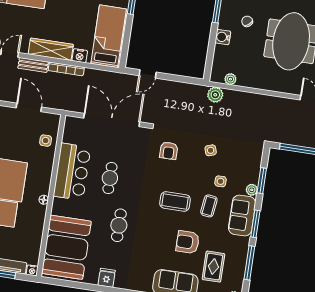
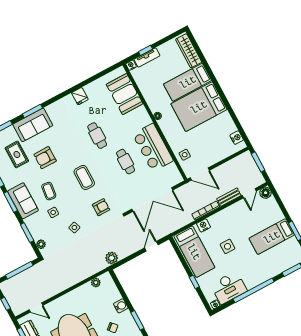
side table: (71, 17) -> (228, 246), added
wardrobe: (51, 49) -> (225, 216), removed
plant: (215, 95) -> (112, 258), moved
door: (29, 107) -> (200, 174), moved
armchair: (169, 151) -> (101, 207), turned 90
plant: (252, 190) -> (41, 244), moved
coffee table: (175, 201) -> (84, 177), moved, turned 90
armchair: (188, 242) -> (45, 158), turned 180
booth: (66, 247) -> (125, 94), width x0.73, depth x0.70

